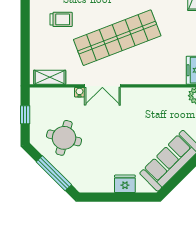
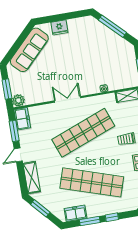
double door: (102, 86) -> (68, 99), moved
round table: (64, 138) -> (109, 53), removed

